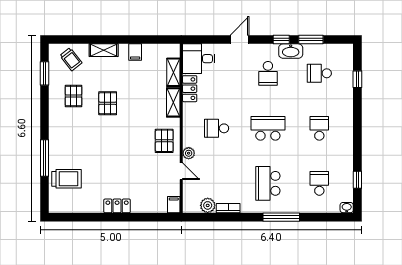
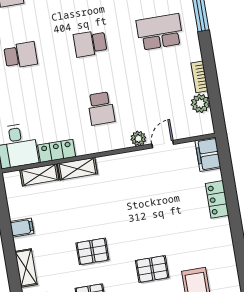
school desk: (268, 128) -> (90, 44), width x0.54
pallet: (164, 141) -> (152, 269), moved
school desk: (268, 183) -> (160, 32), turned 180
filing cabinet: (174, 205) -> (208, 154), width x2.00
locker: (117, 206) -> (217, 199), moved

